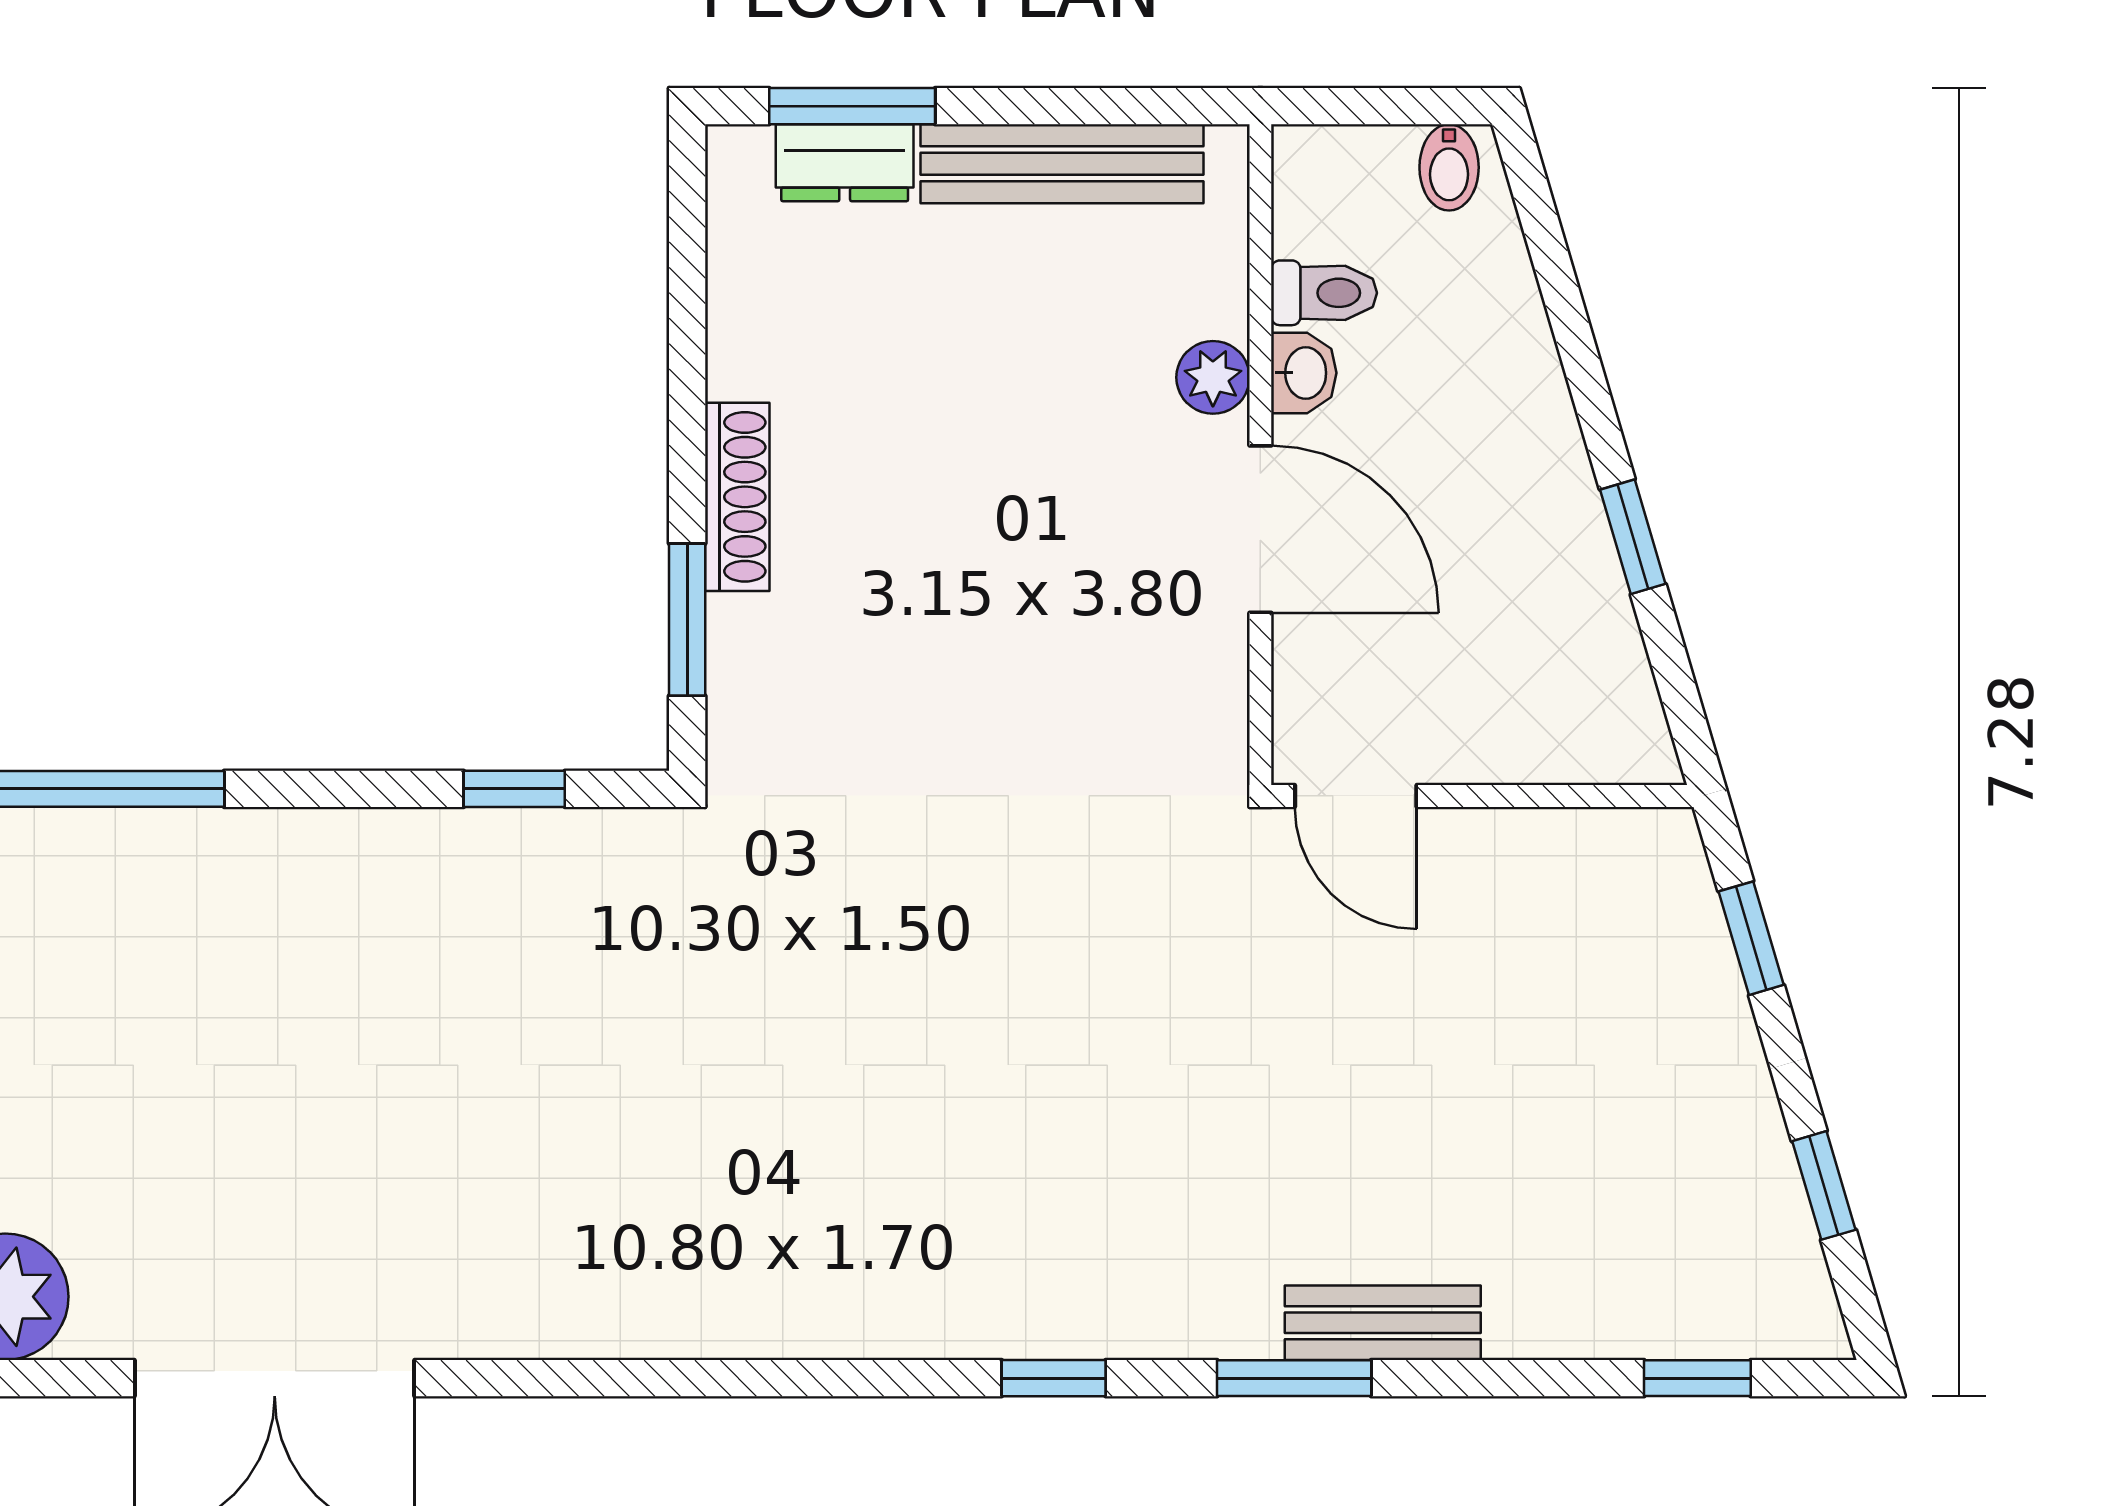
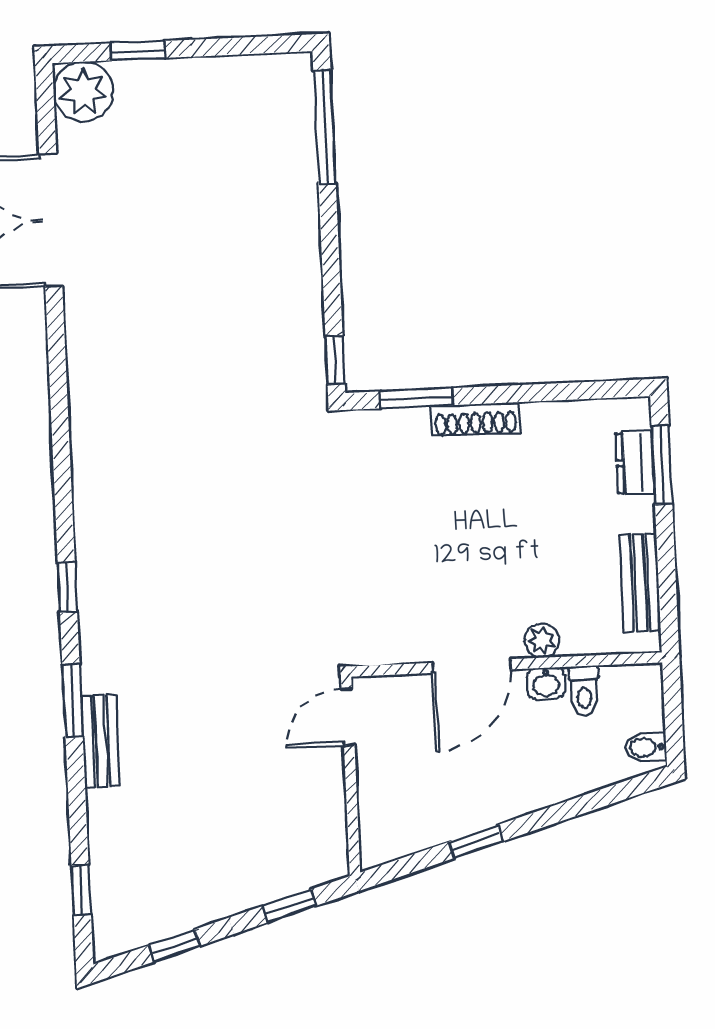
bench: (1062, 164) -> (640, 583), width x0.73
window: (514, 789) -> (335, 360), moved

